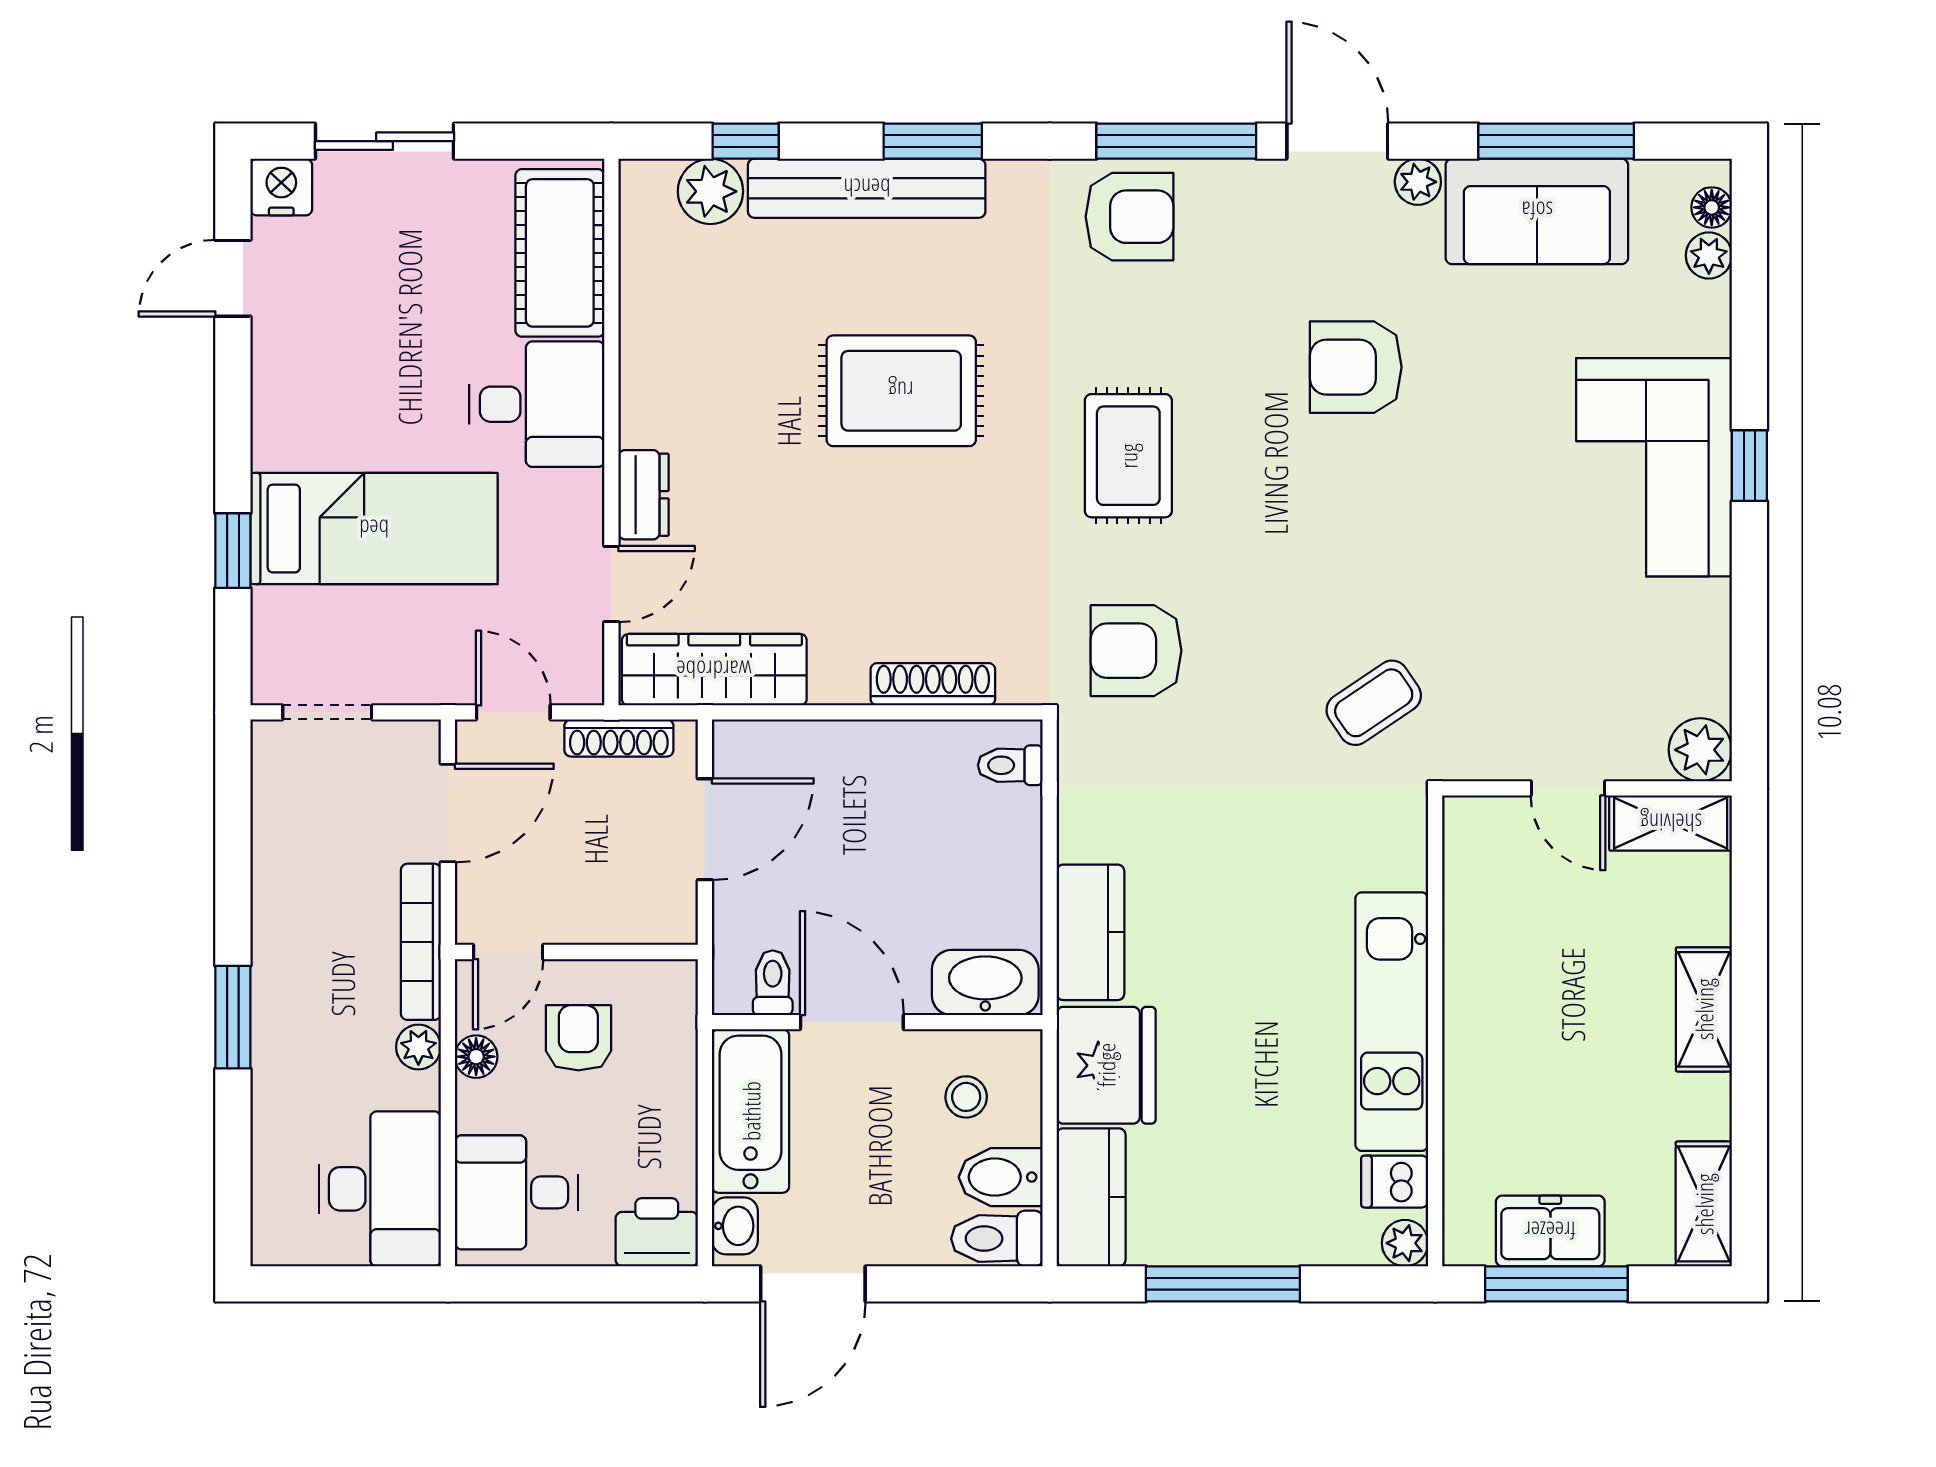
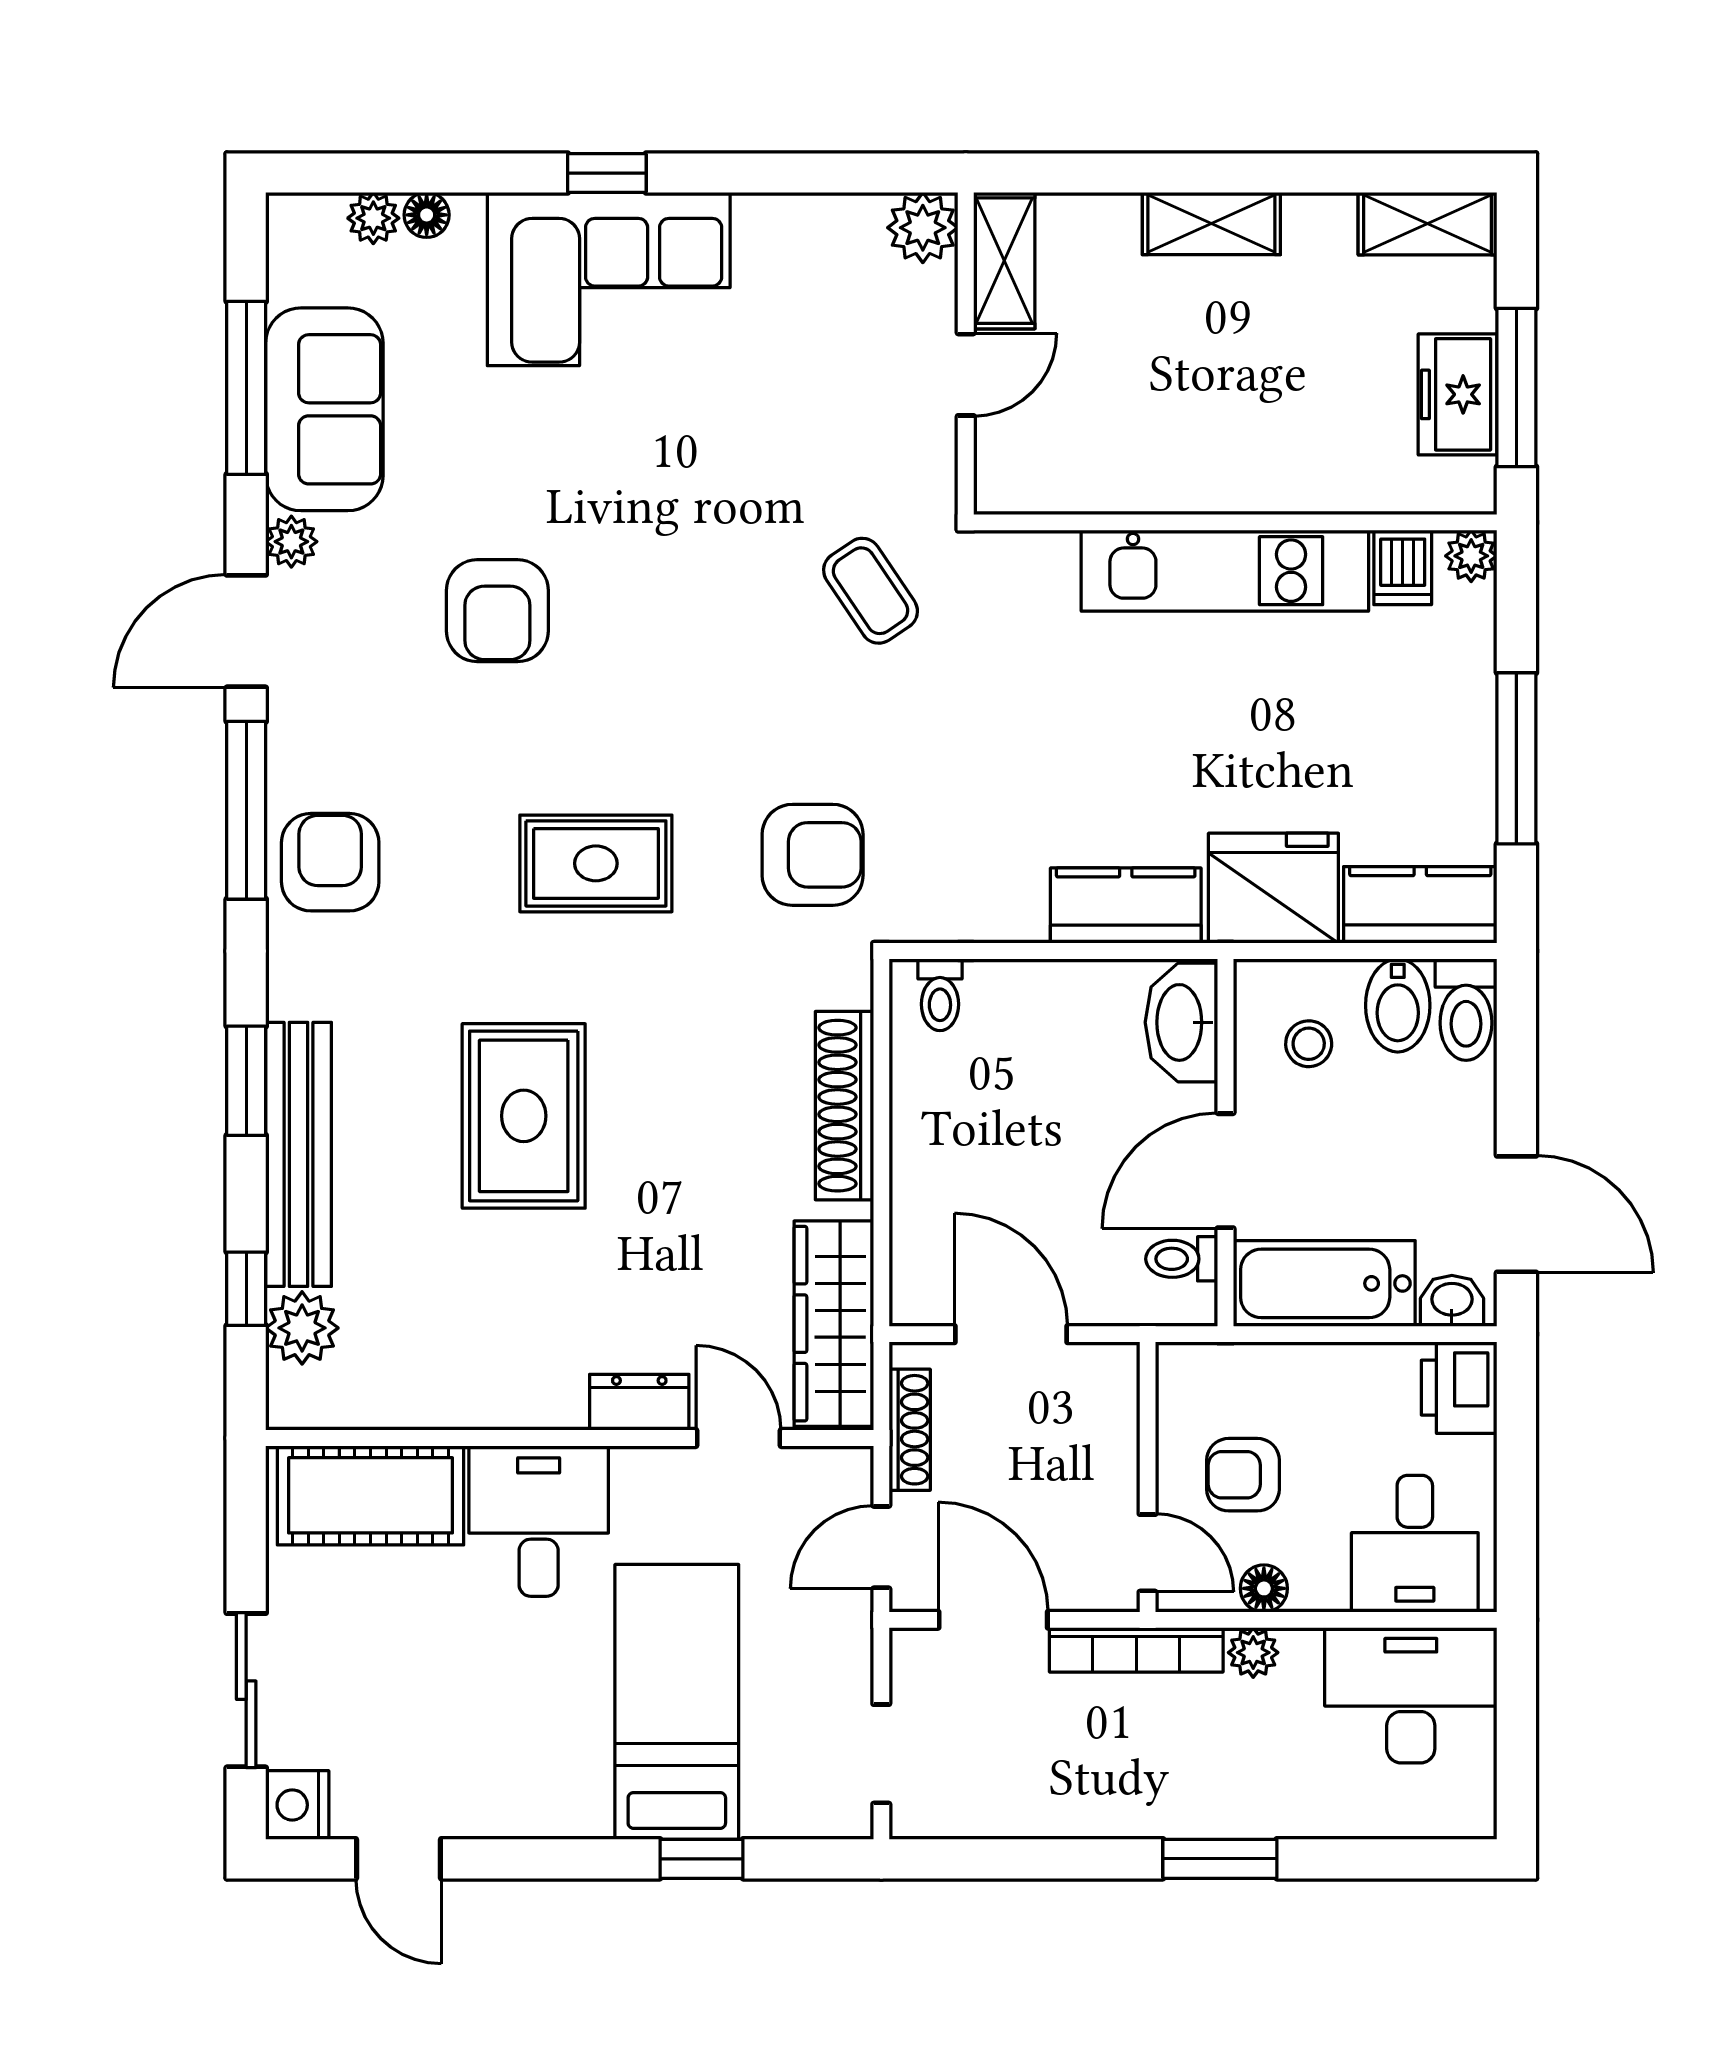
floor lamp: (1712, 207) -> (427, 215), moved
armchair: (1136, 651) -> (813, 855), turned -90
shoe rack: (933, 684) -> (844, 1106), width x1.36, depth x1.24

